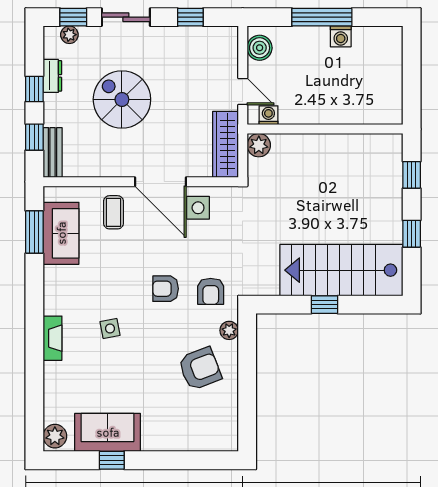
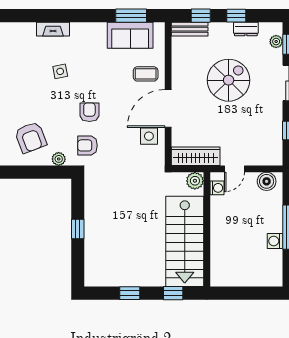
stairs: (341, 270) -> (185, 241), moved, turned 180

